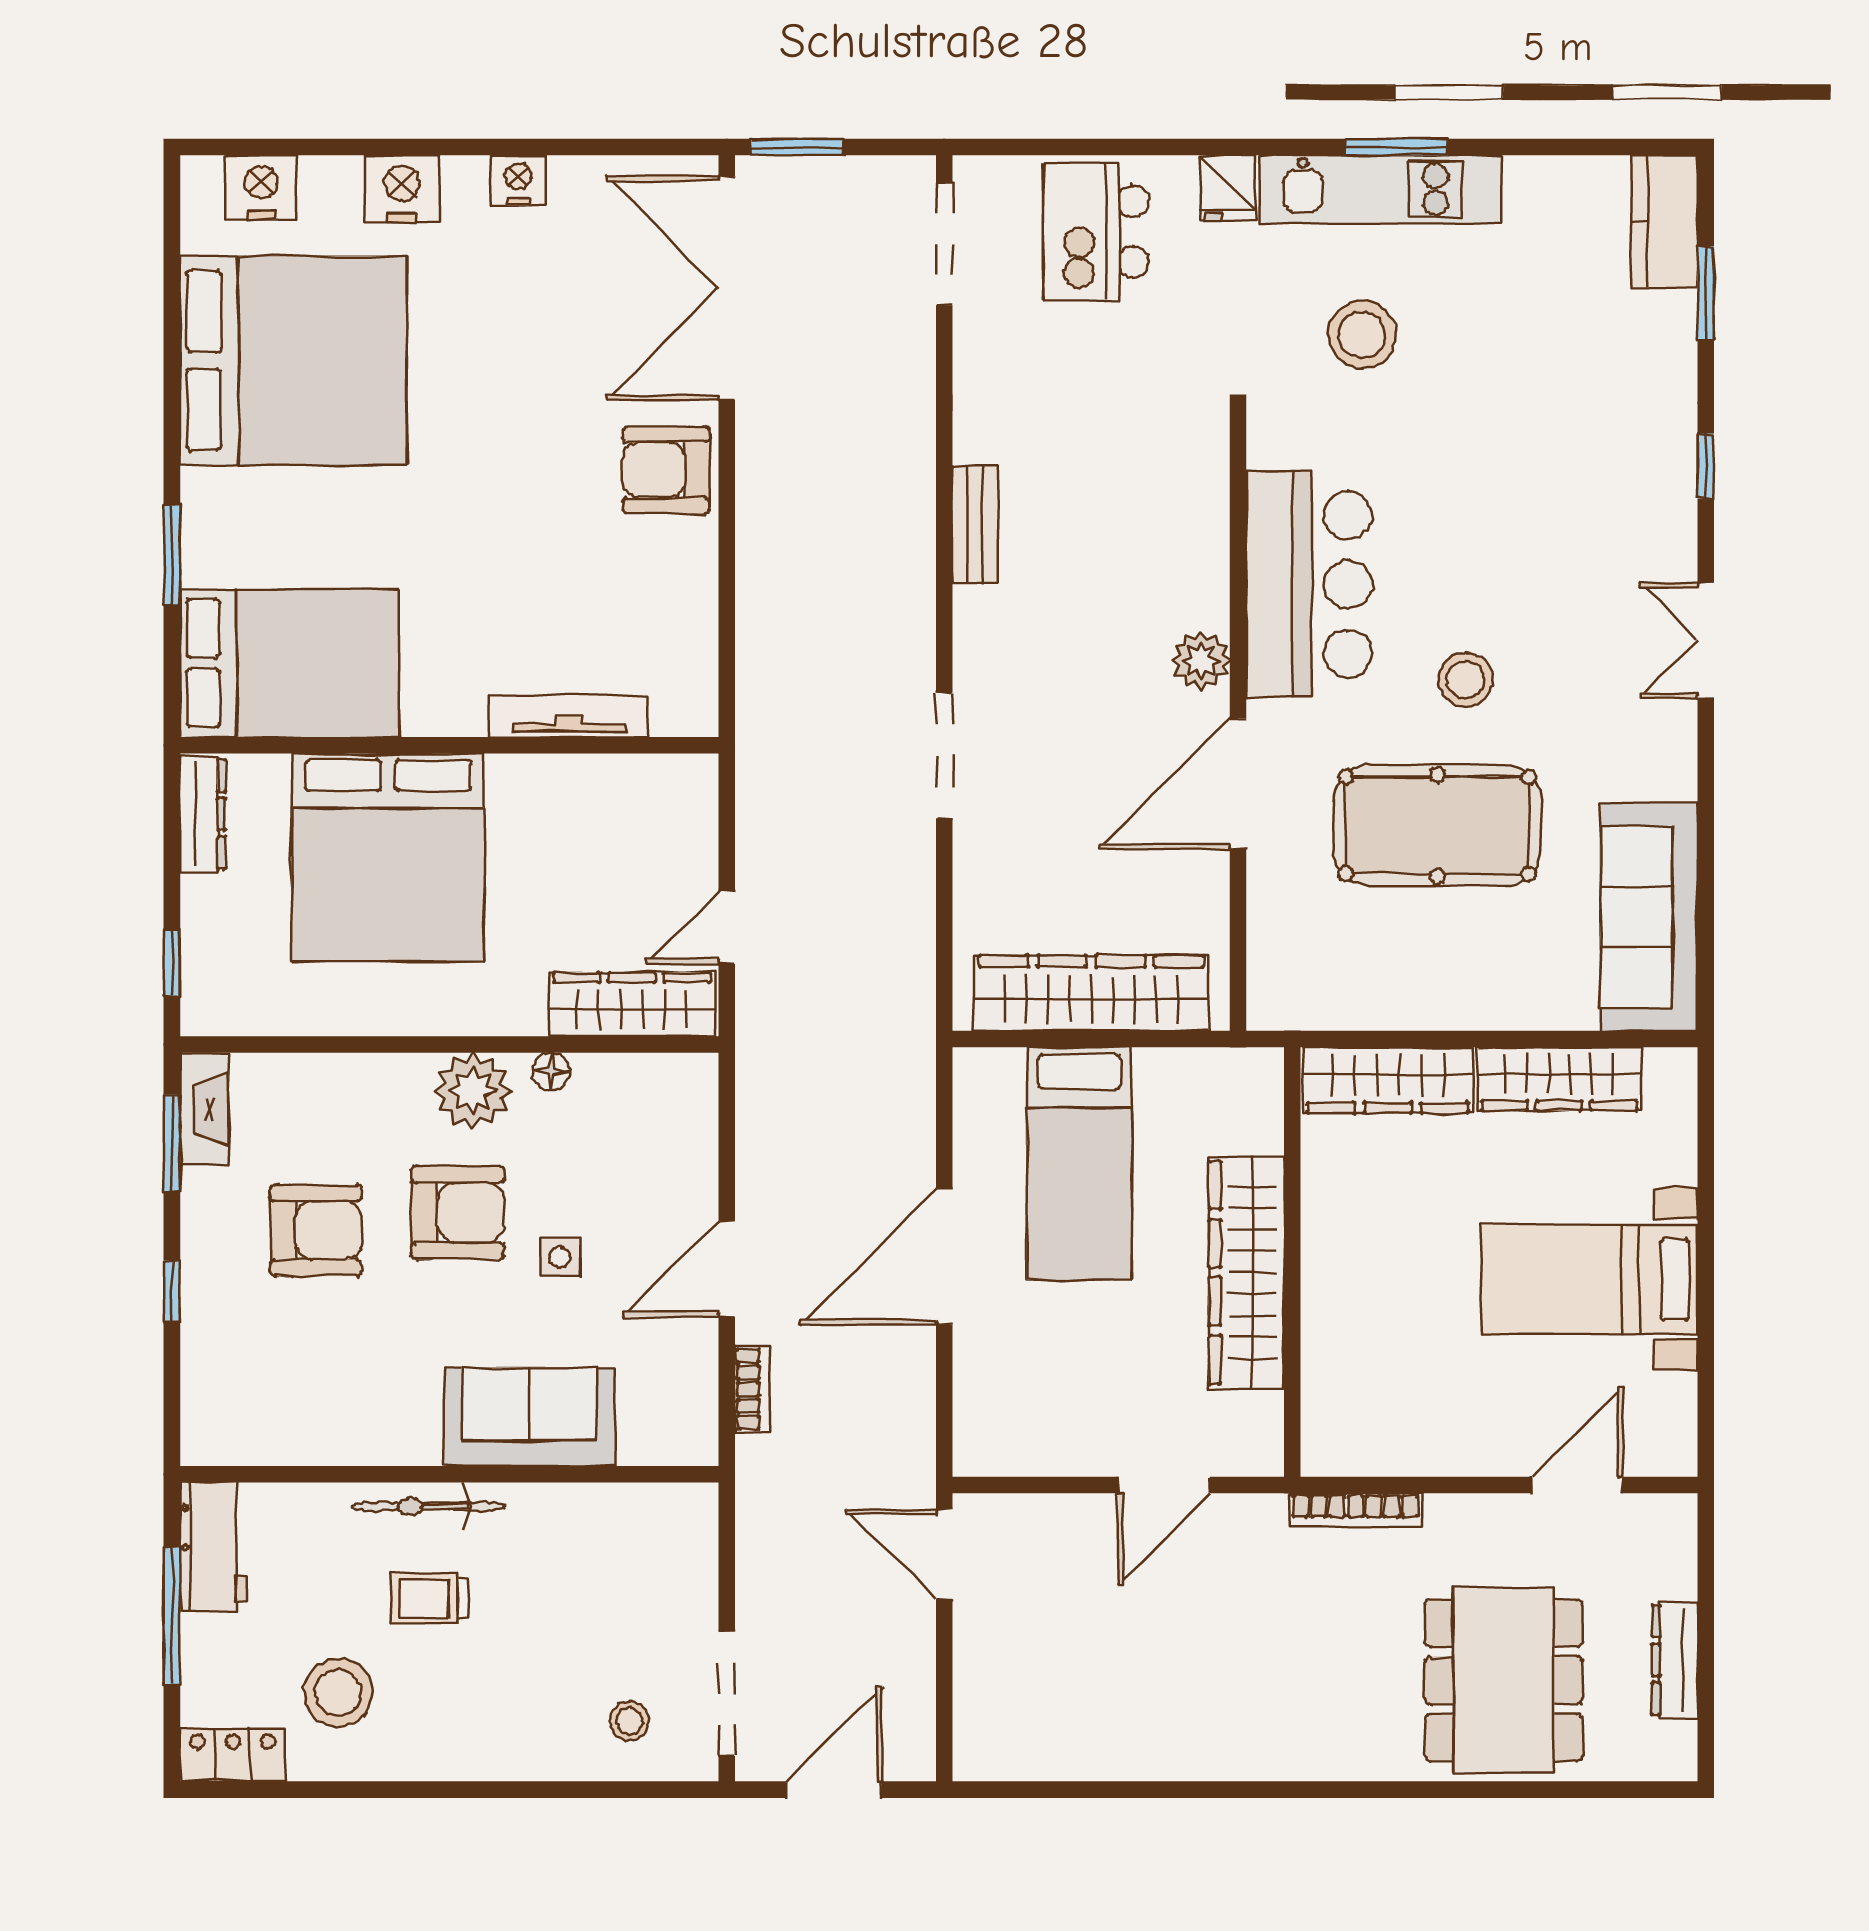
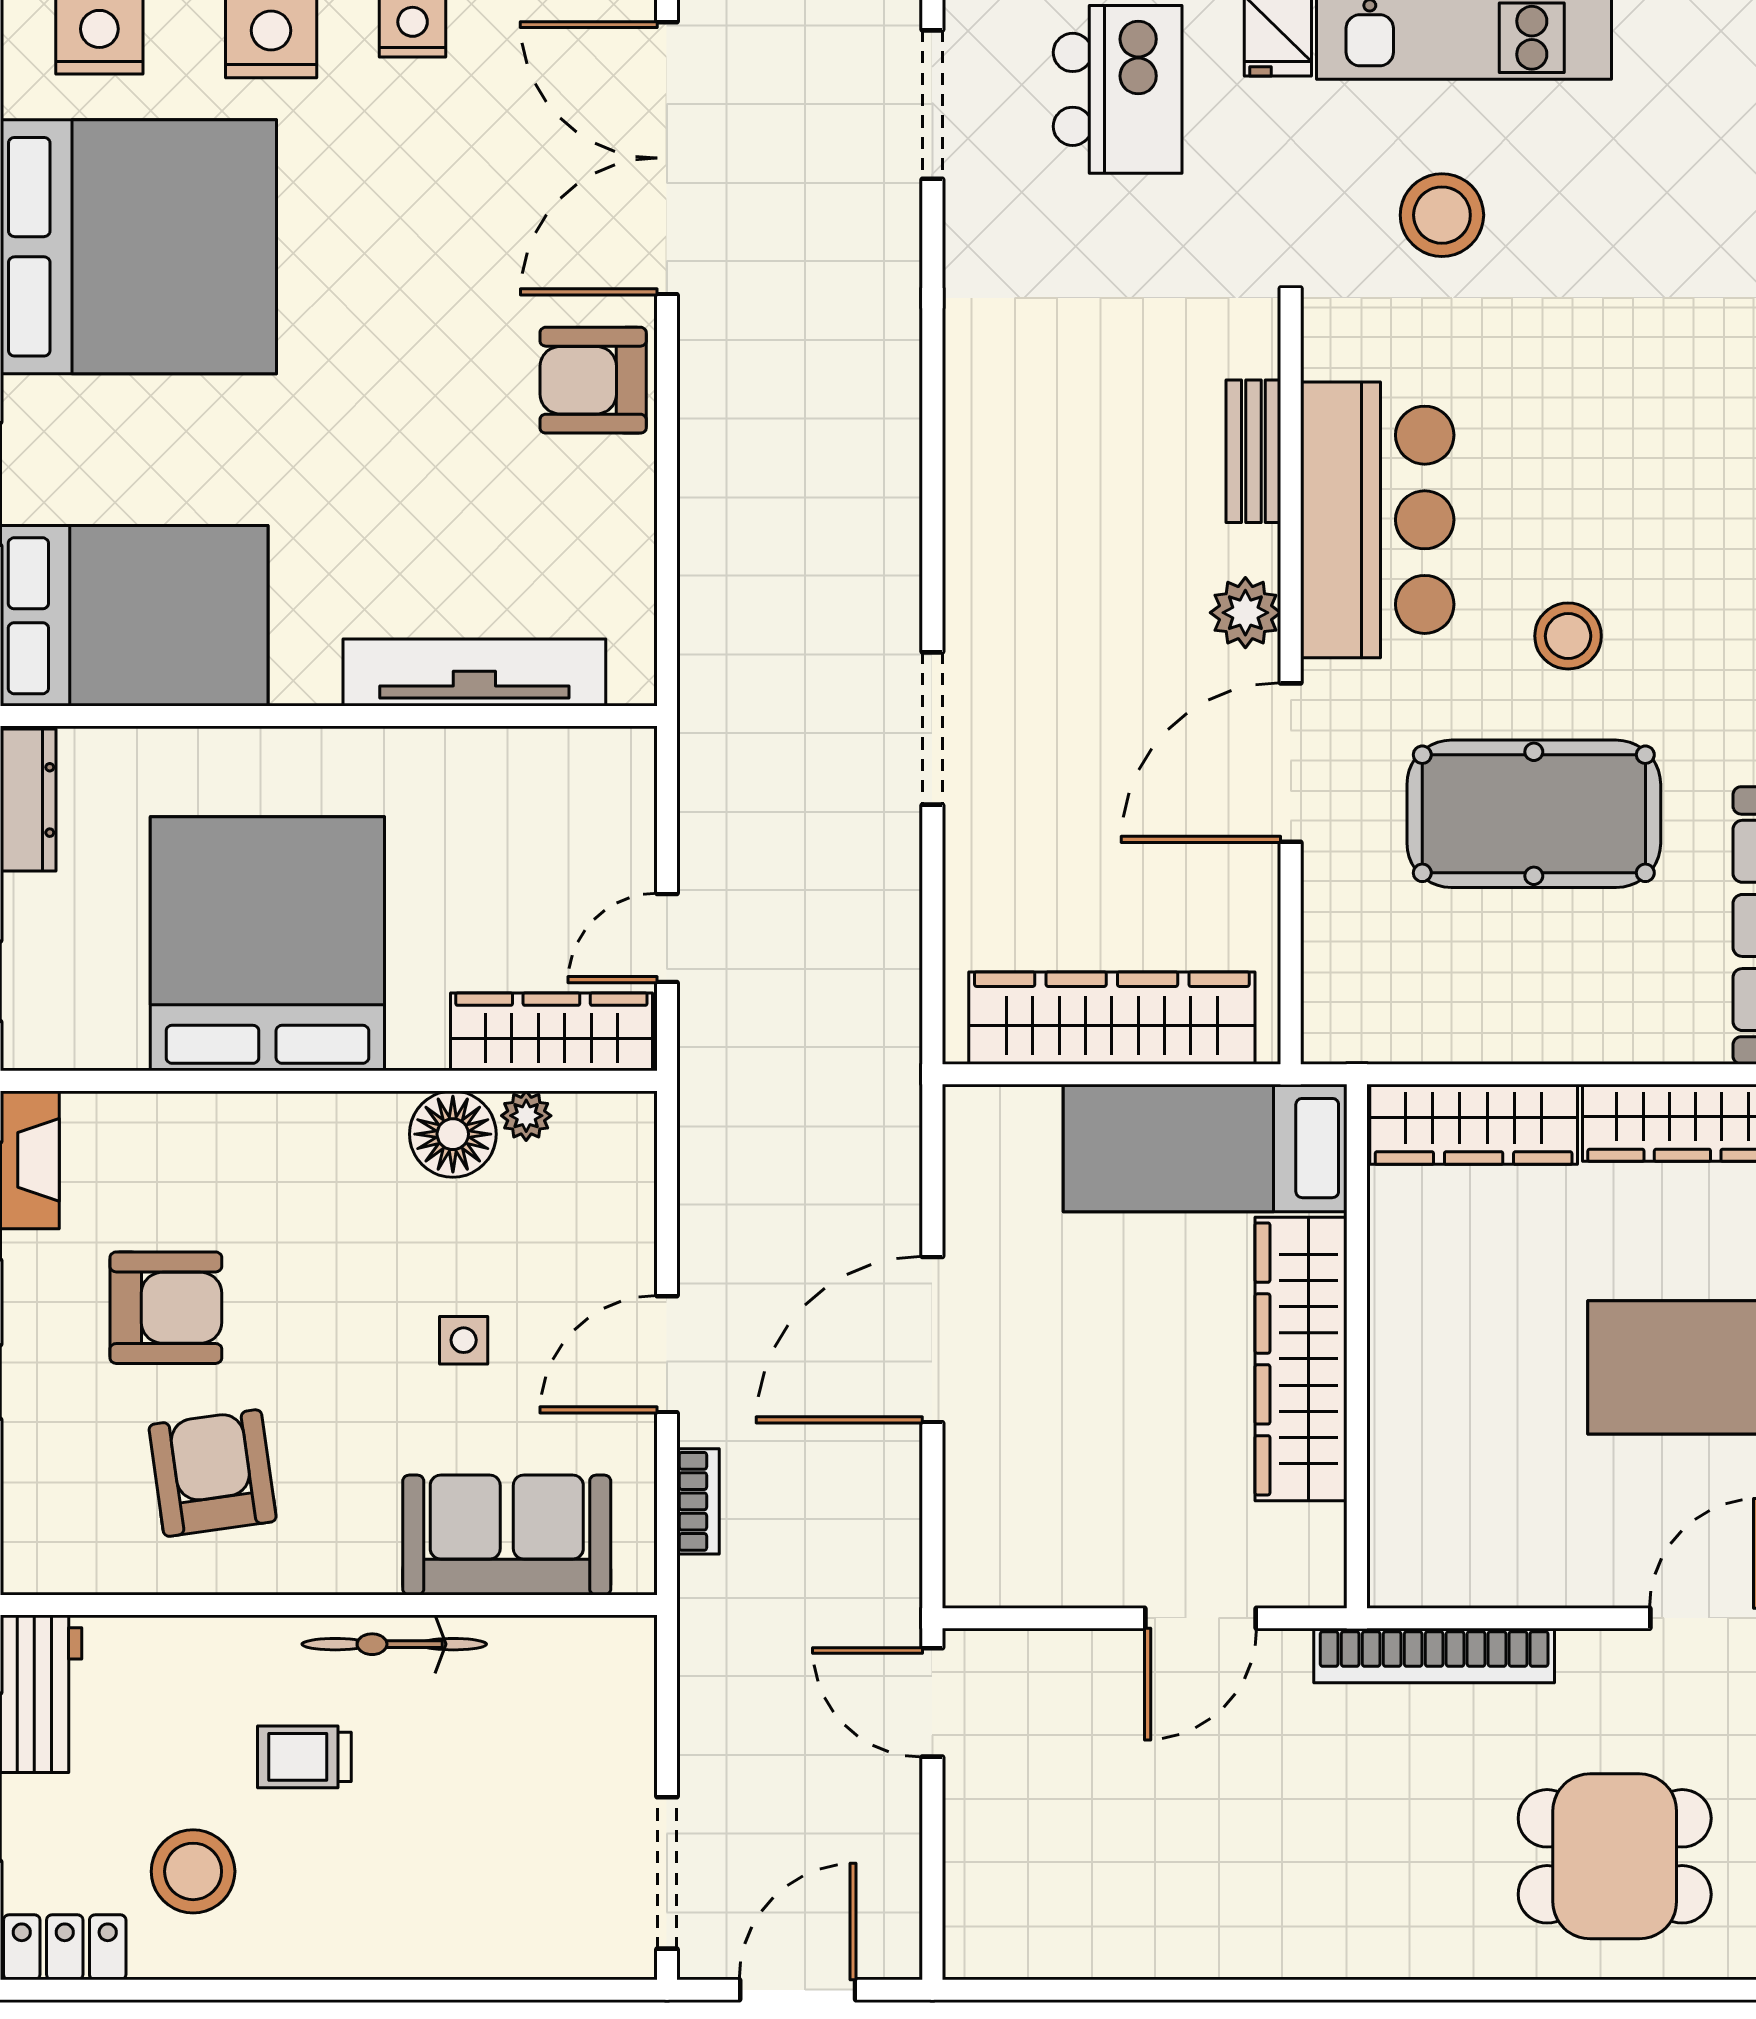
kitchen island: (1096, 232) -> (1118, 89), turned 180
bench: (975, 524) -> (1253, 451), moved
tv unit: (569, 716) -> (474, 672), width x1.36, depth x1.29
bed: (388, 858) -> (267, 944), moved, turned 180
floor lamp: (551, 1071) -> (453, 1134), width x1.89, depth x1.89
plant: (473, 1091) -> (526, 1116), moved, width x0.53, depth x0.53
bed: (1079, 1163) -> (1205, 1148), moved, turned 90
armchair: (458, 1213) -> (213, 1473), moved, turned -98
sofa: (529, 1417) -> (507, 1535), moved
bicycle: (428, 1506) -> (394, 1644), moved
bookcase: (1356, 1510) -> (1434, 1656), width x1.48, depth x1.31
dining table: (1504, 1680) -> (1615, 1856), width x0.73
stool: (629, 1721) -> (548, 1906), removed

